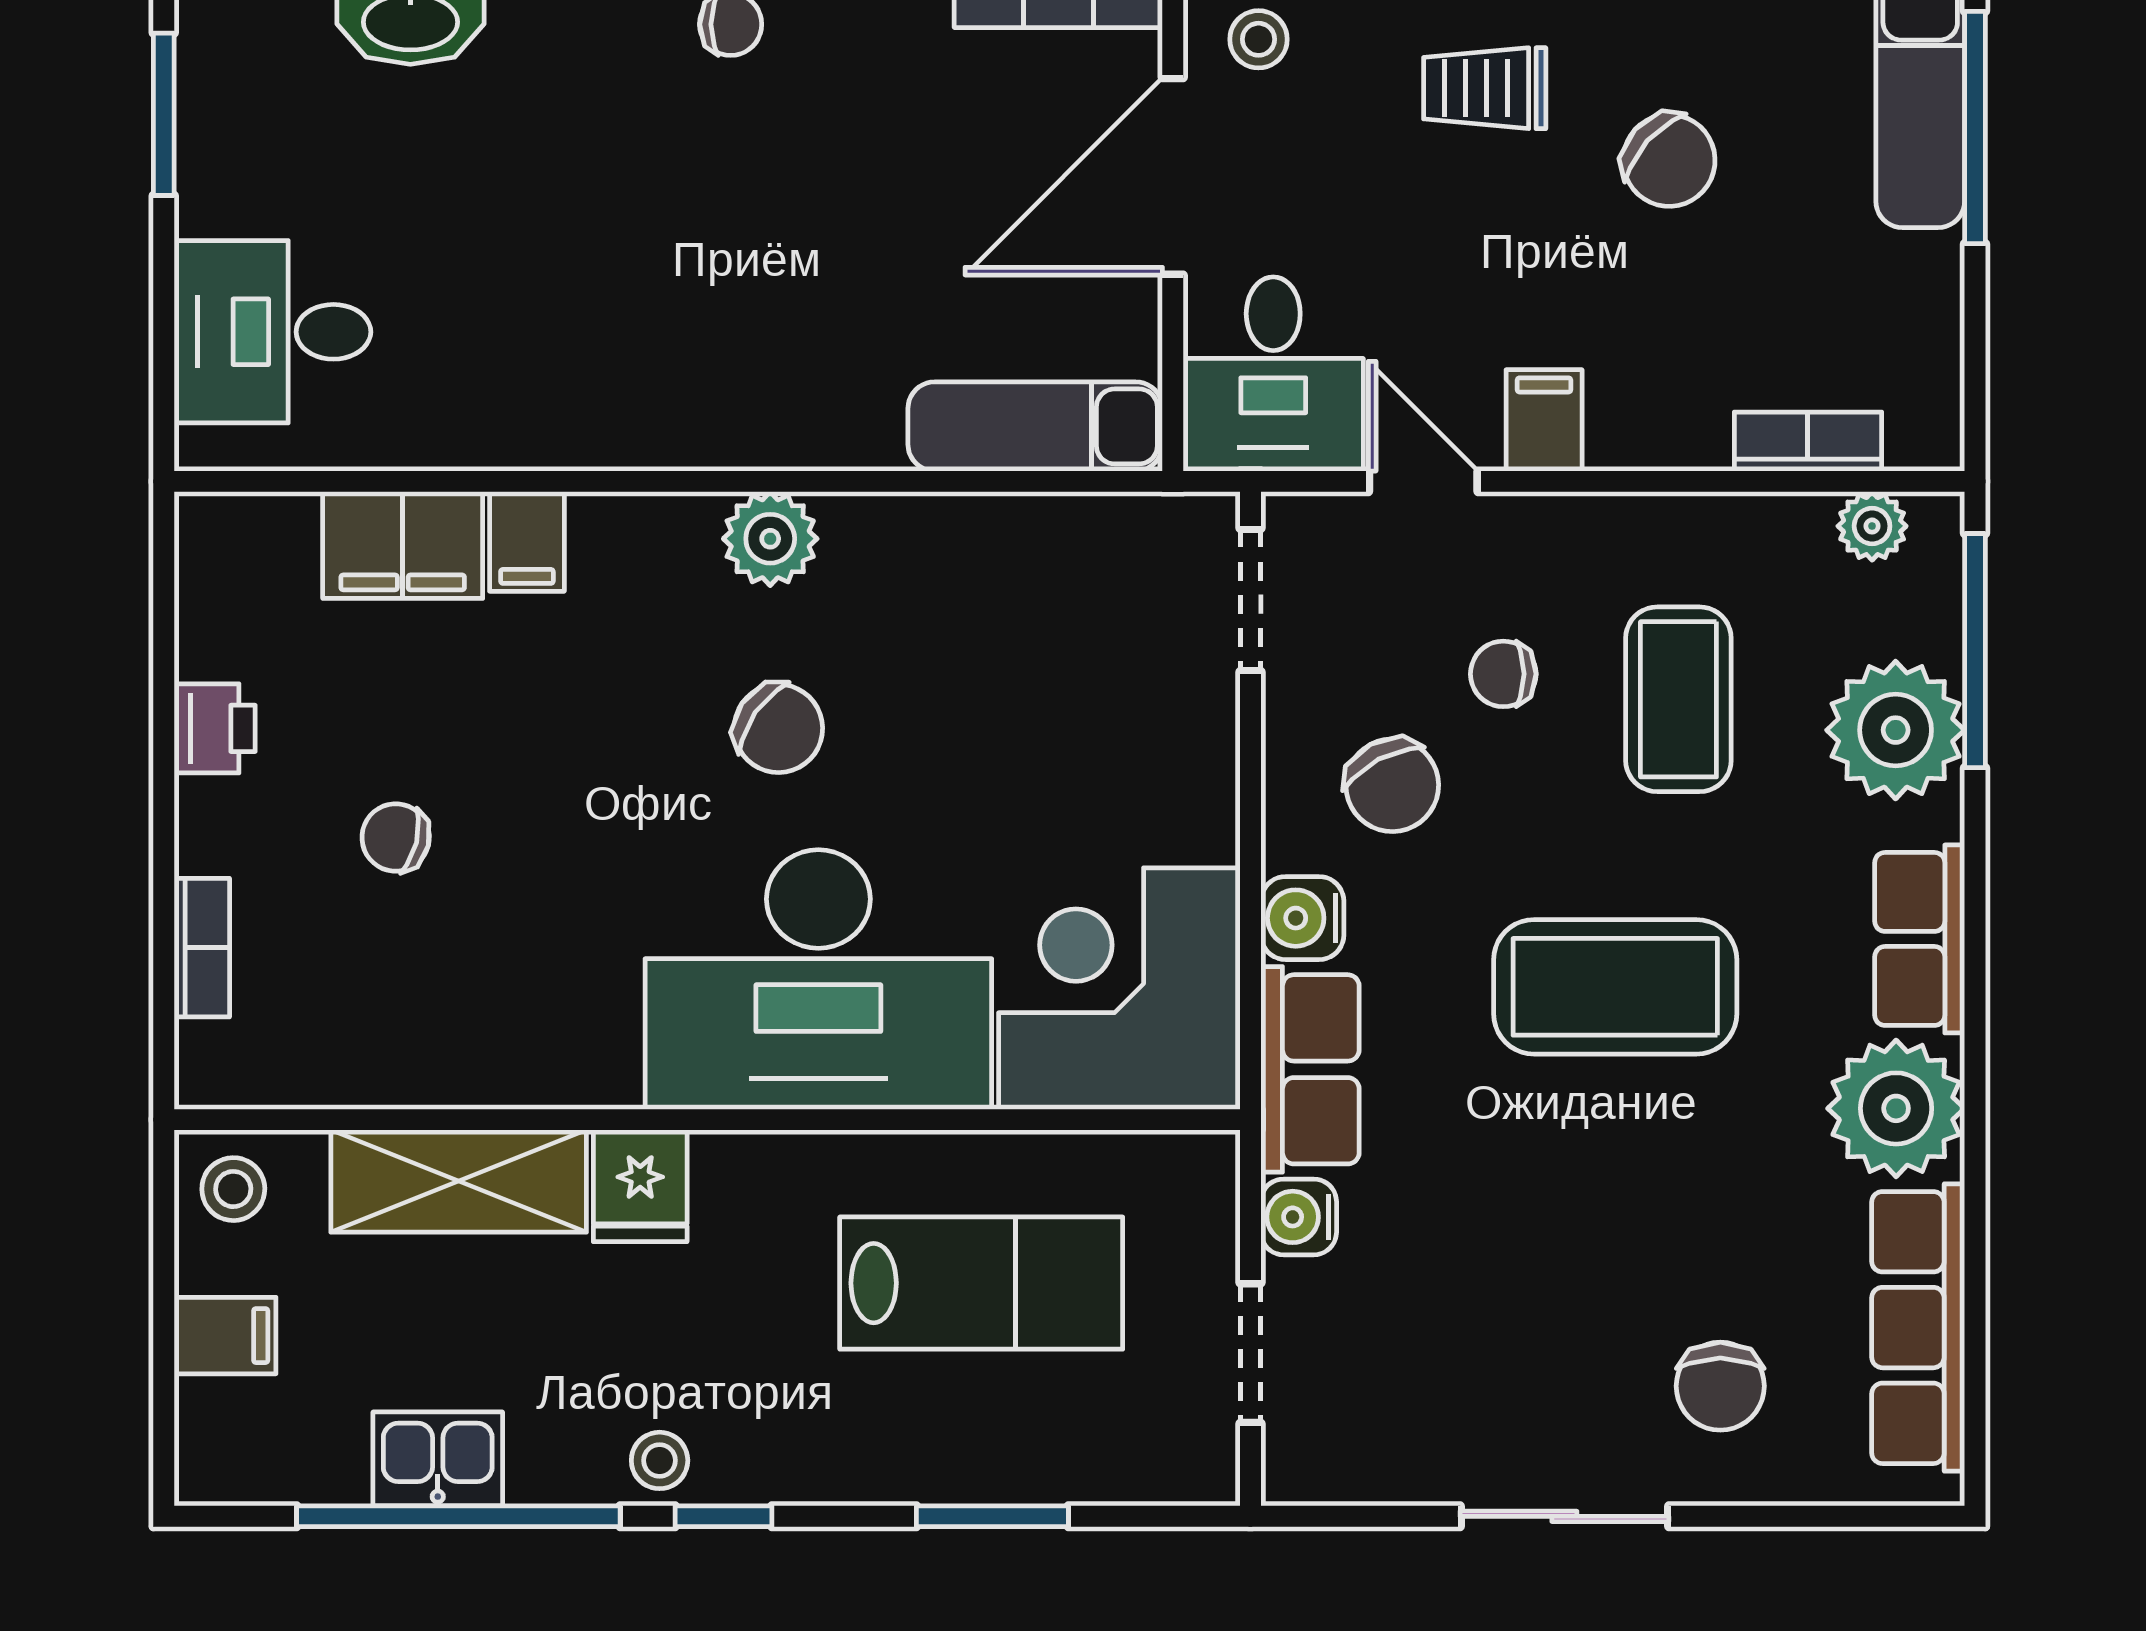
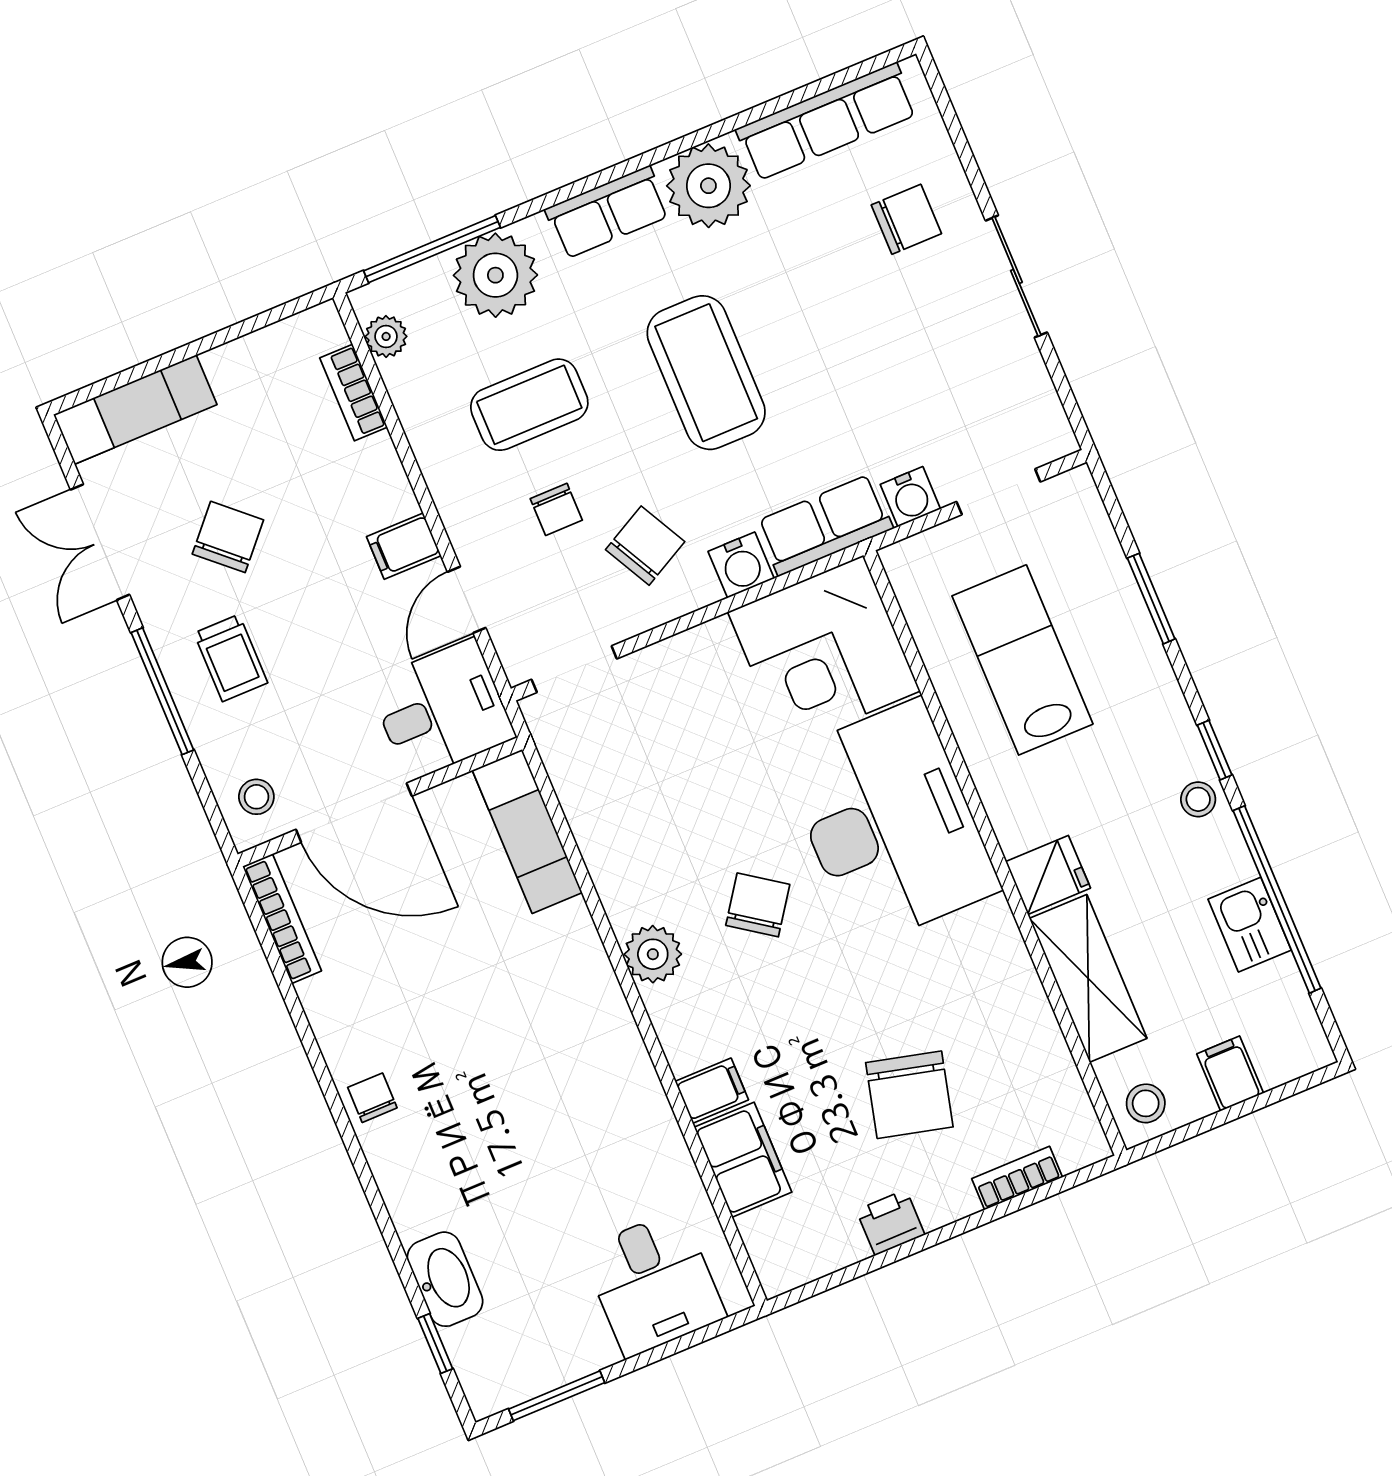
window: (1975, 127) -> (137, 372), removed
chair: (396, 837) -> (909, 1095), width x1.87, depth x1.87

